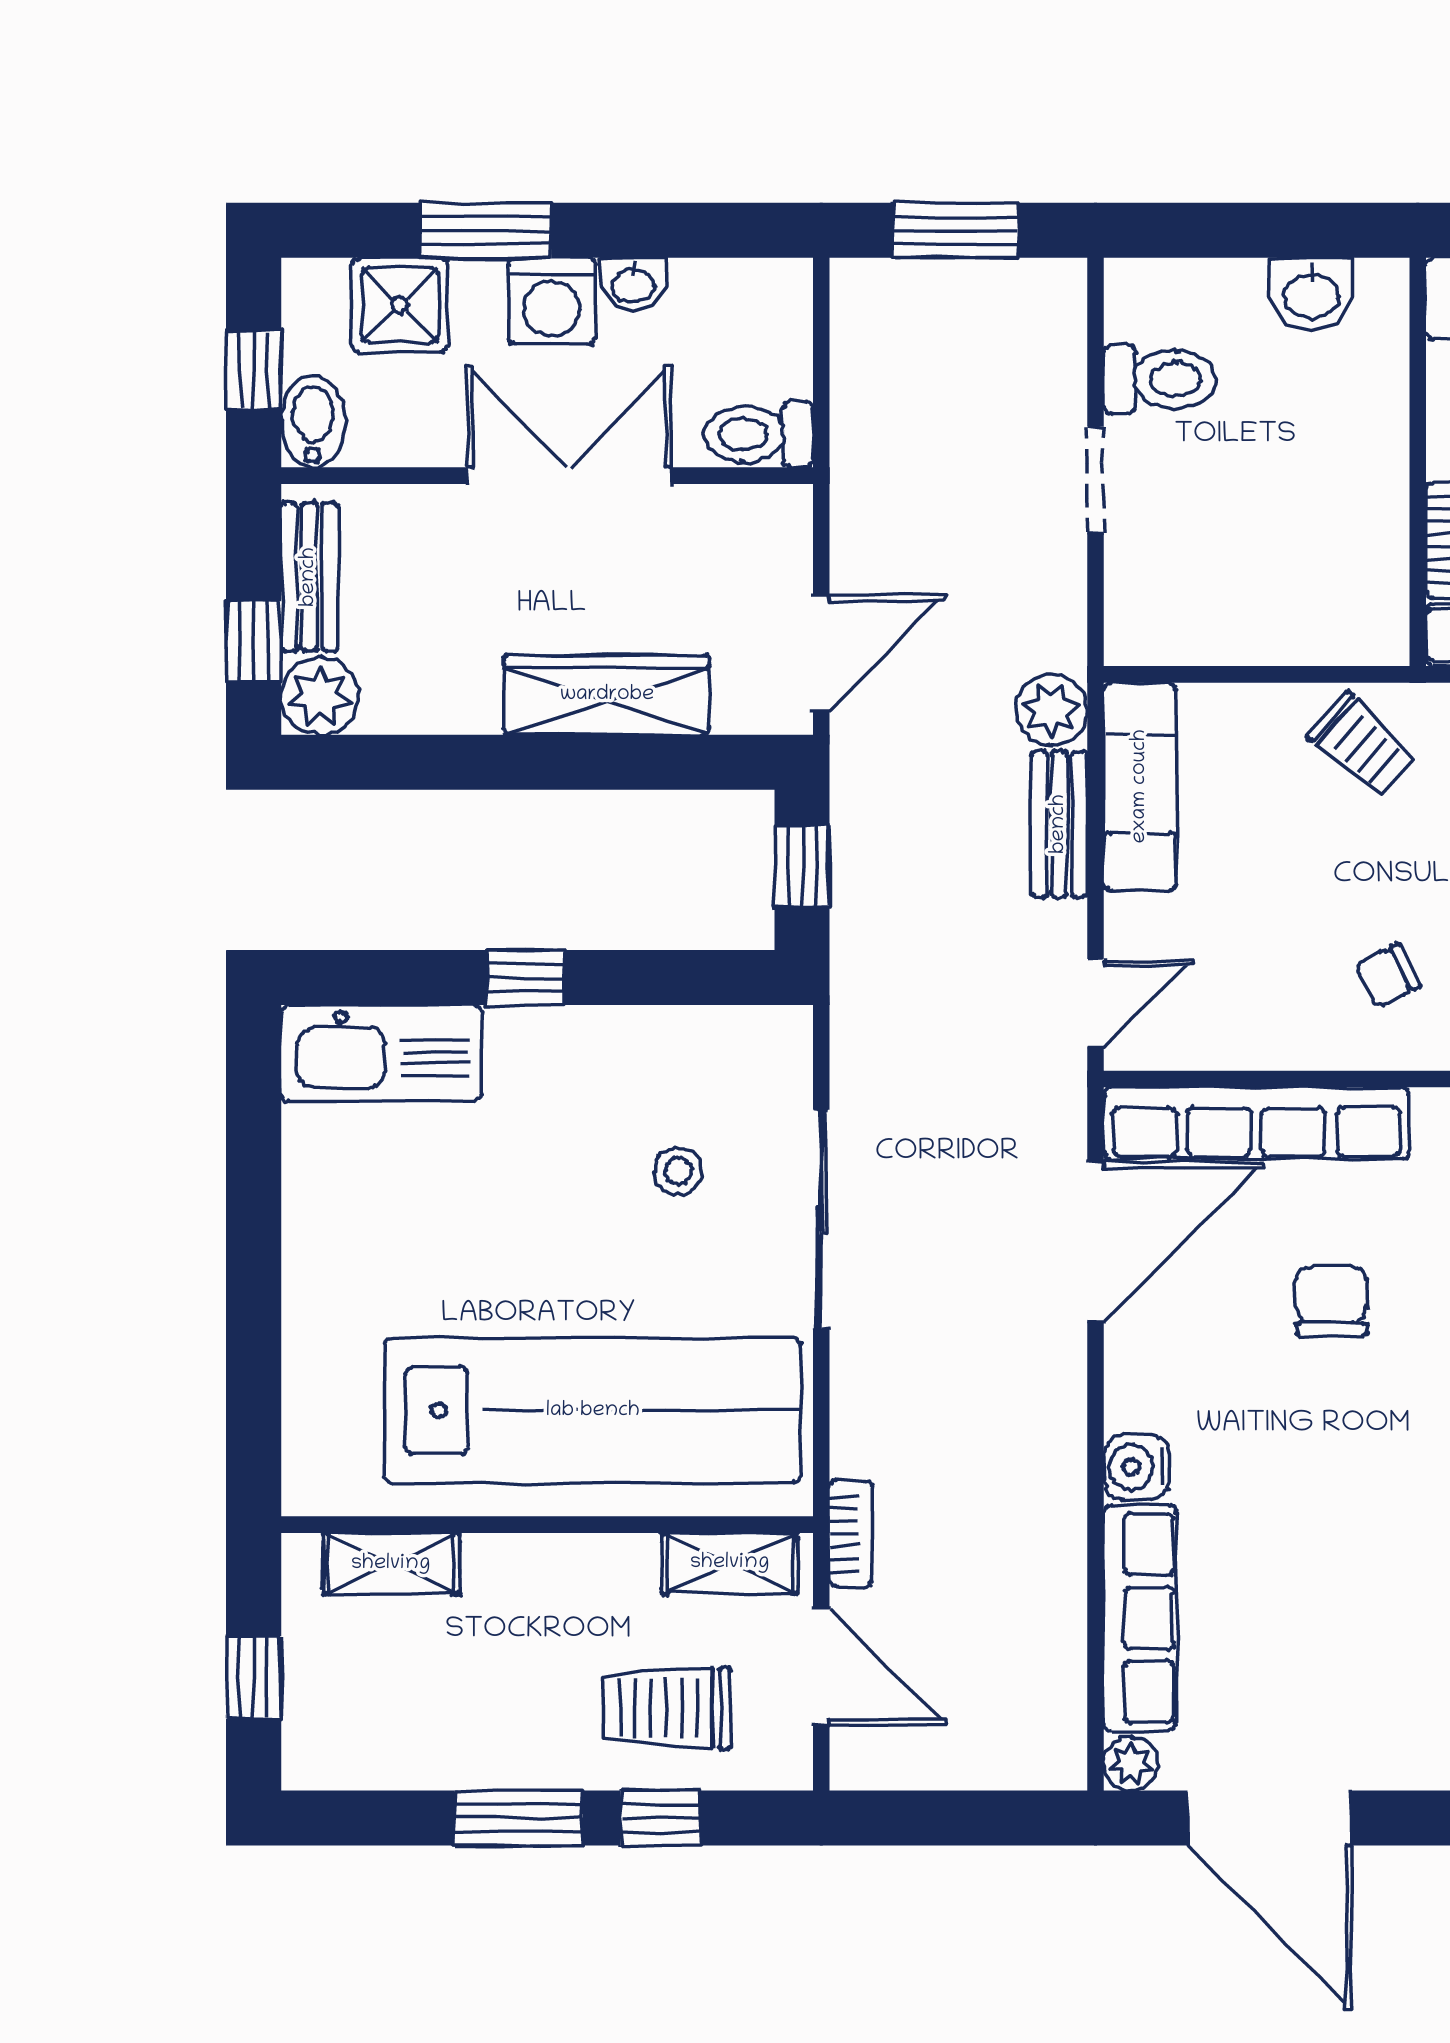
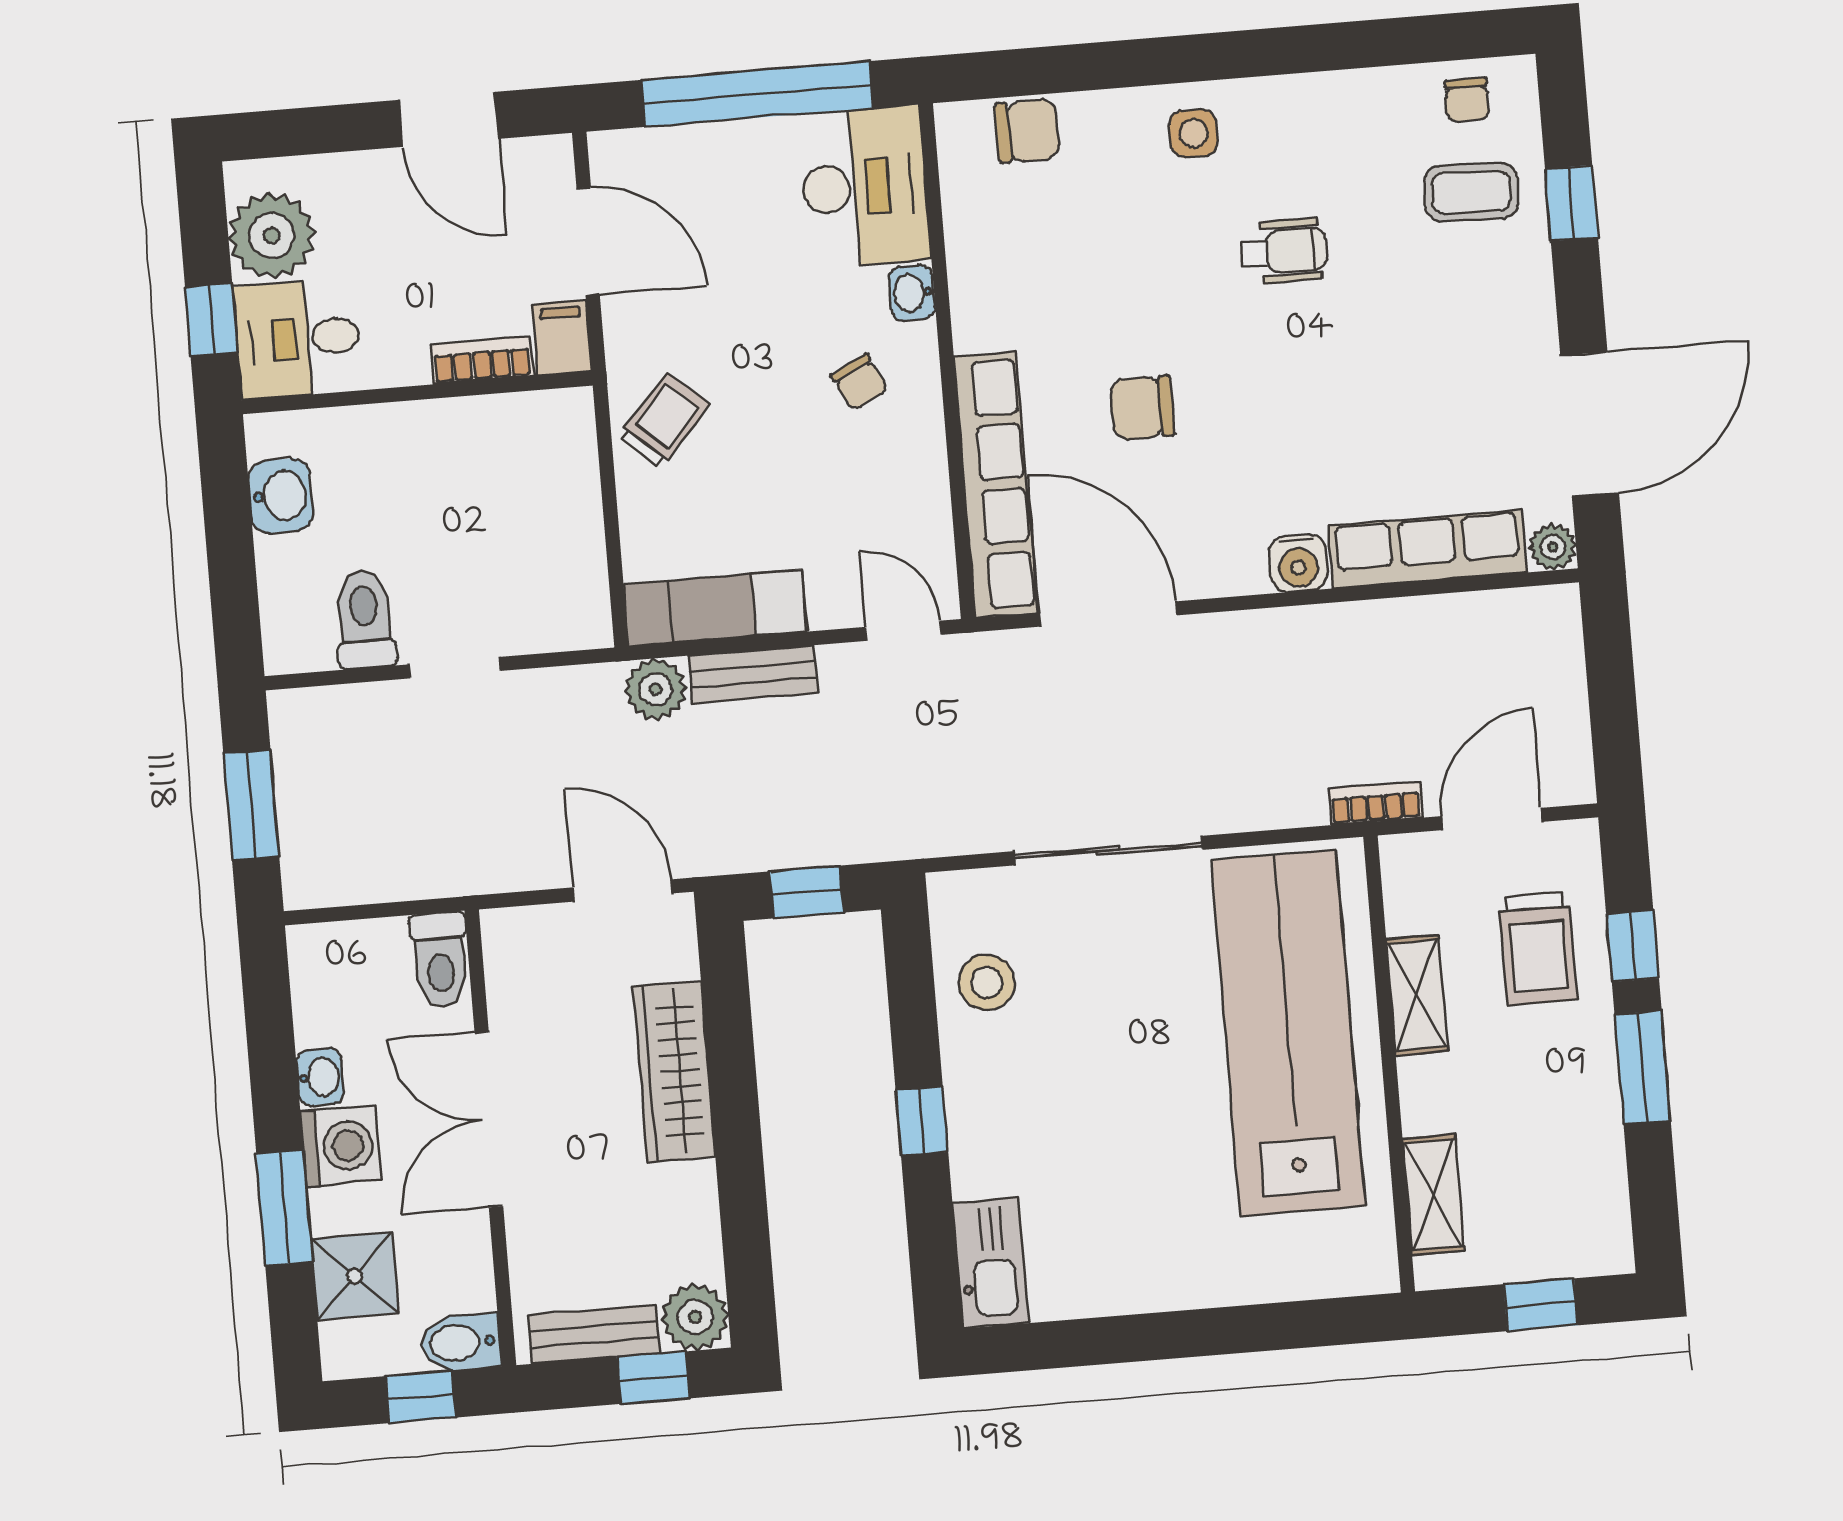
kitchen sink: (381, 1053) -> (991, 1263), width x0.73, depth x0.81
stool: (678, 1171) -> (987, 982), moved, width x1.37, depth x1.37
shelving: (730, 1563) -> (1417, 995), moved

